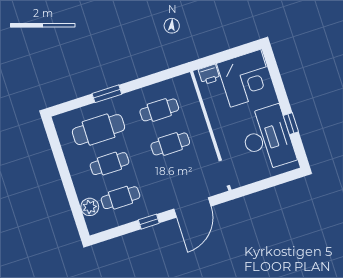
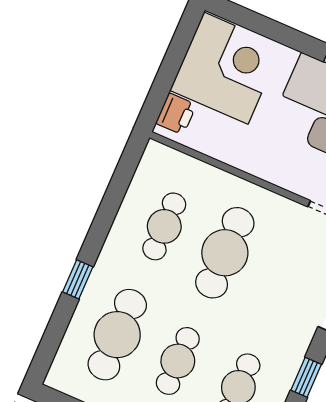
window: (107, 94) -> (78, 279), width x0.67
cafe table: (170, 144) -> (225, 253), width x1.37, depth x1.35

